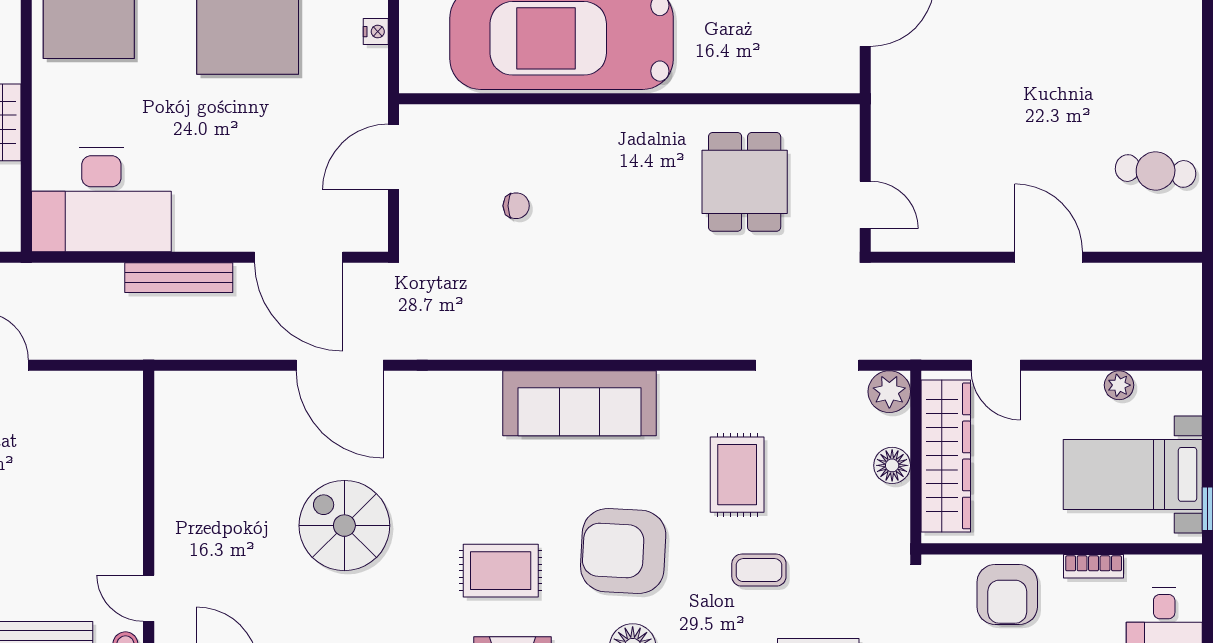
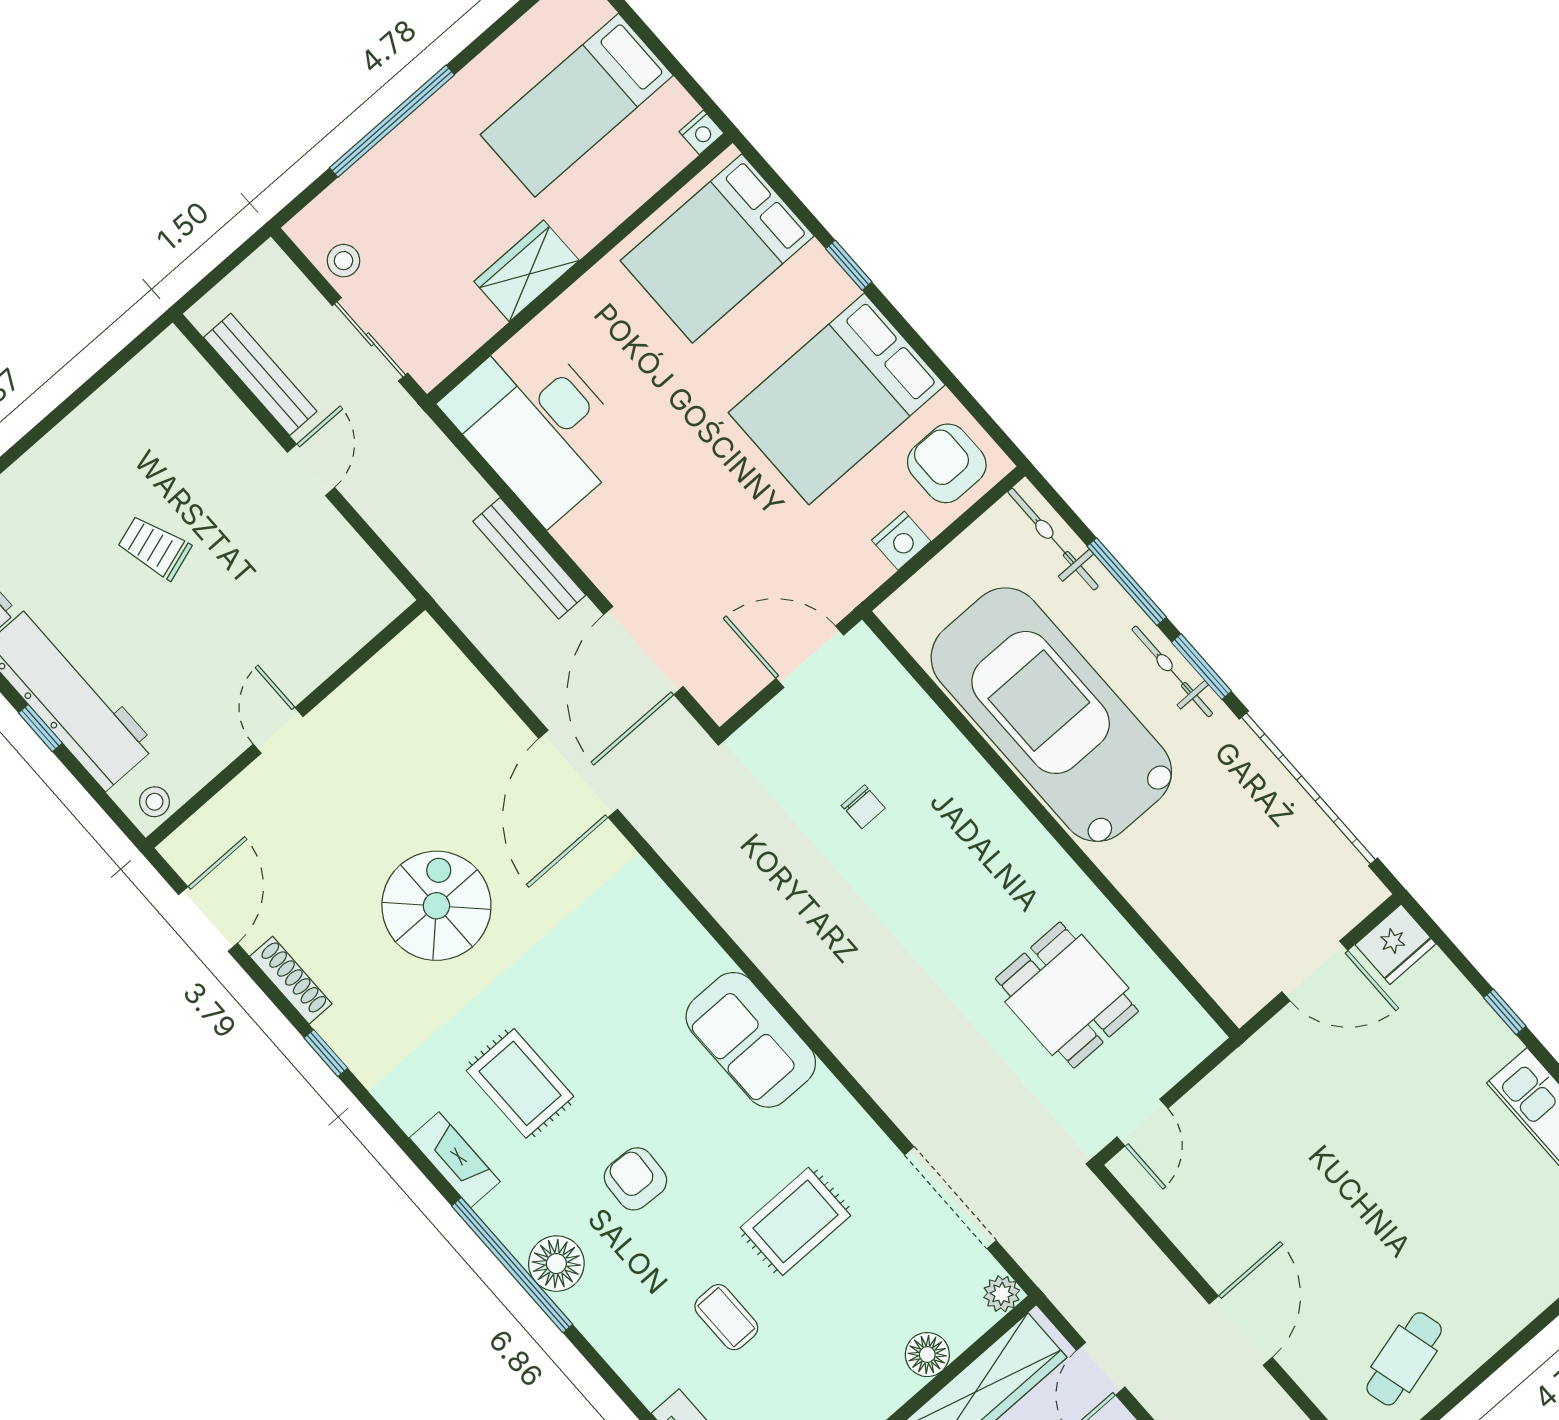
nightstand: (376, 32) -> (901, 541), width x1.39, depth x1.35
cafe table: (1156, 171) -> (1404, 1359), turned 69
dining table: (745, 182) -> (1067, 995), turned 90
plant: (889, 392) -> (1002, 1294), width x0.73, depth x0.73
sofa: (579, 403) -> (751, 1040), width x0.73
armchair: (623, 551) -> (635, 1179), width x0.53, depth x0.53
door: (149, 598) -> (278, 730), moved

